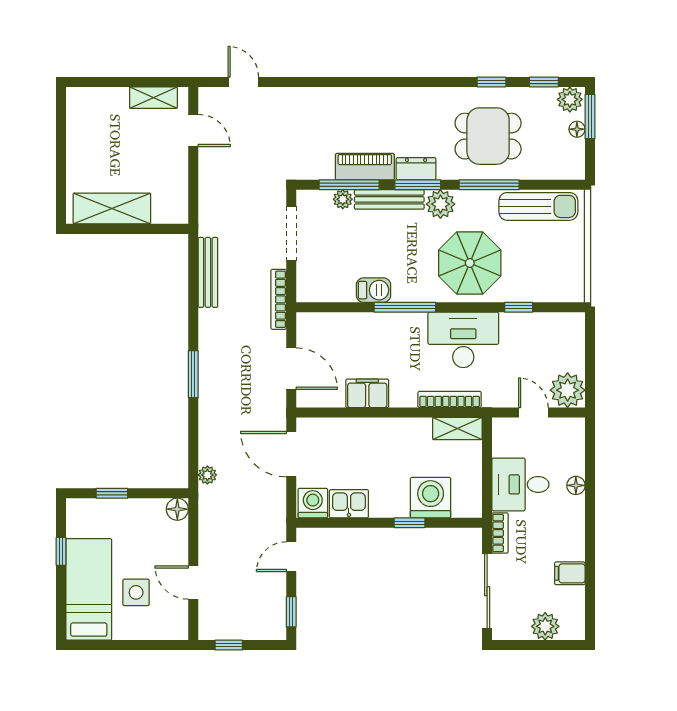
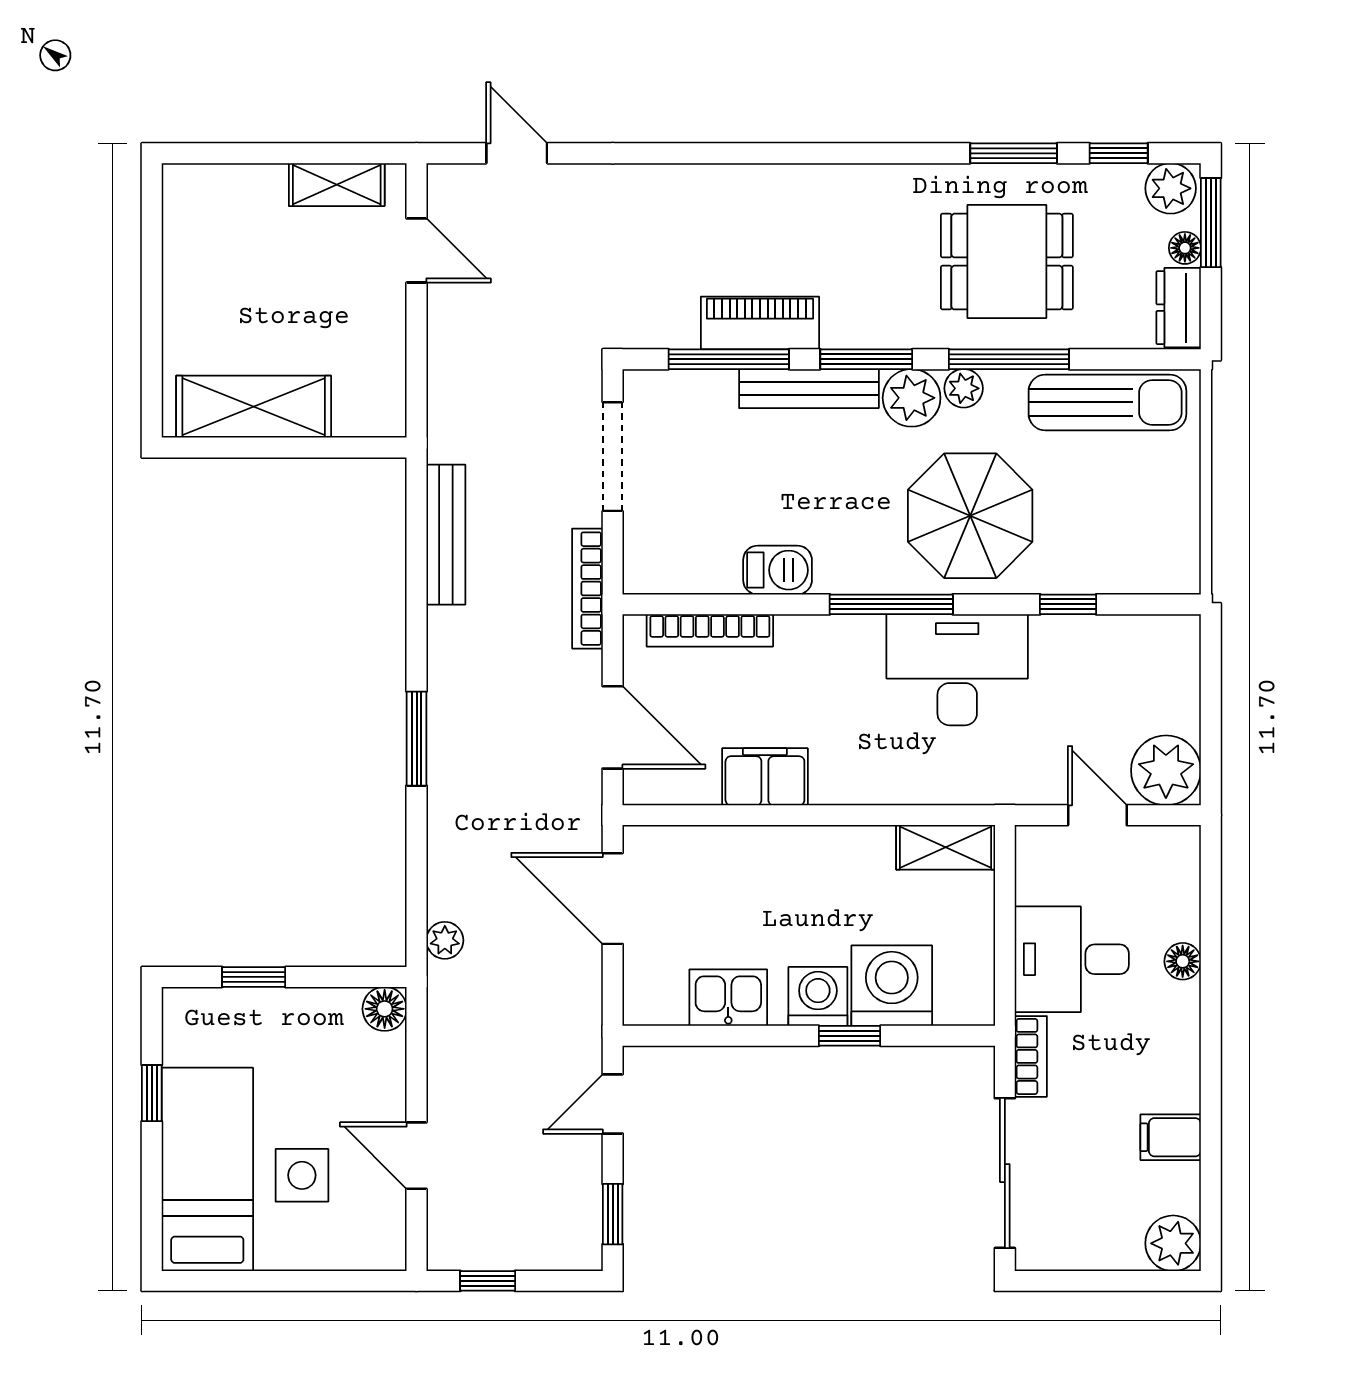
window: (491, 82) -> (1014, 153), width x1.50
dresser: (416, 169) -> (1179, 308), moved, turned -90
plant: (343, 199) -> (964, 388), moved
window: (405, 307) -> (891, 604), moved
bookcase: (450, 400) -> (710, 630), moved, turned 180
washing machine: (313, 503) -> (818, 996), moved
plant: (545, 626) -> (1173, 1243), moved

